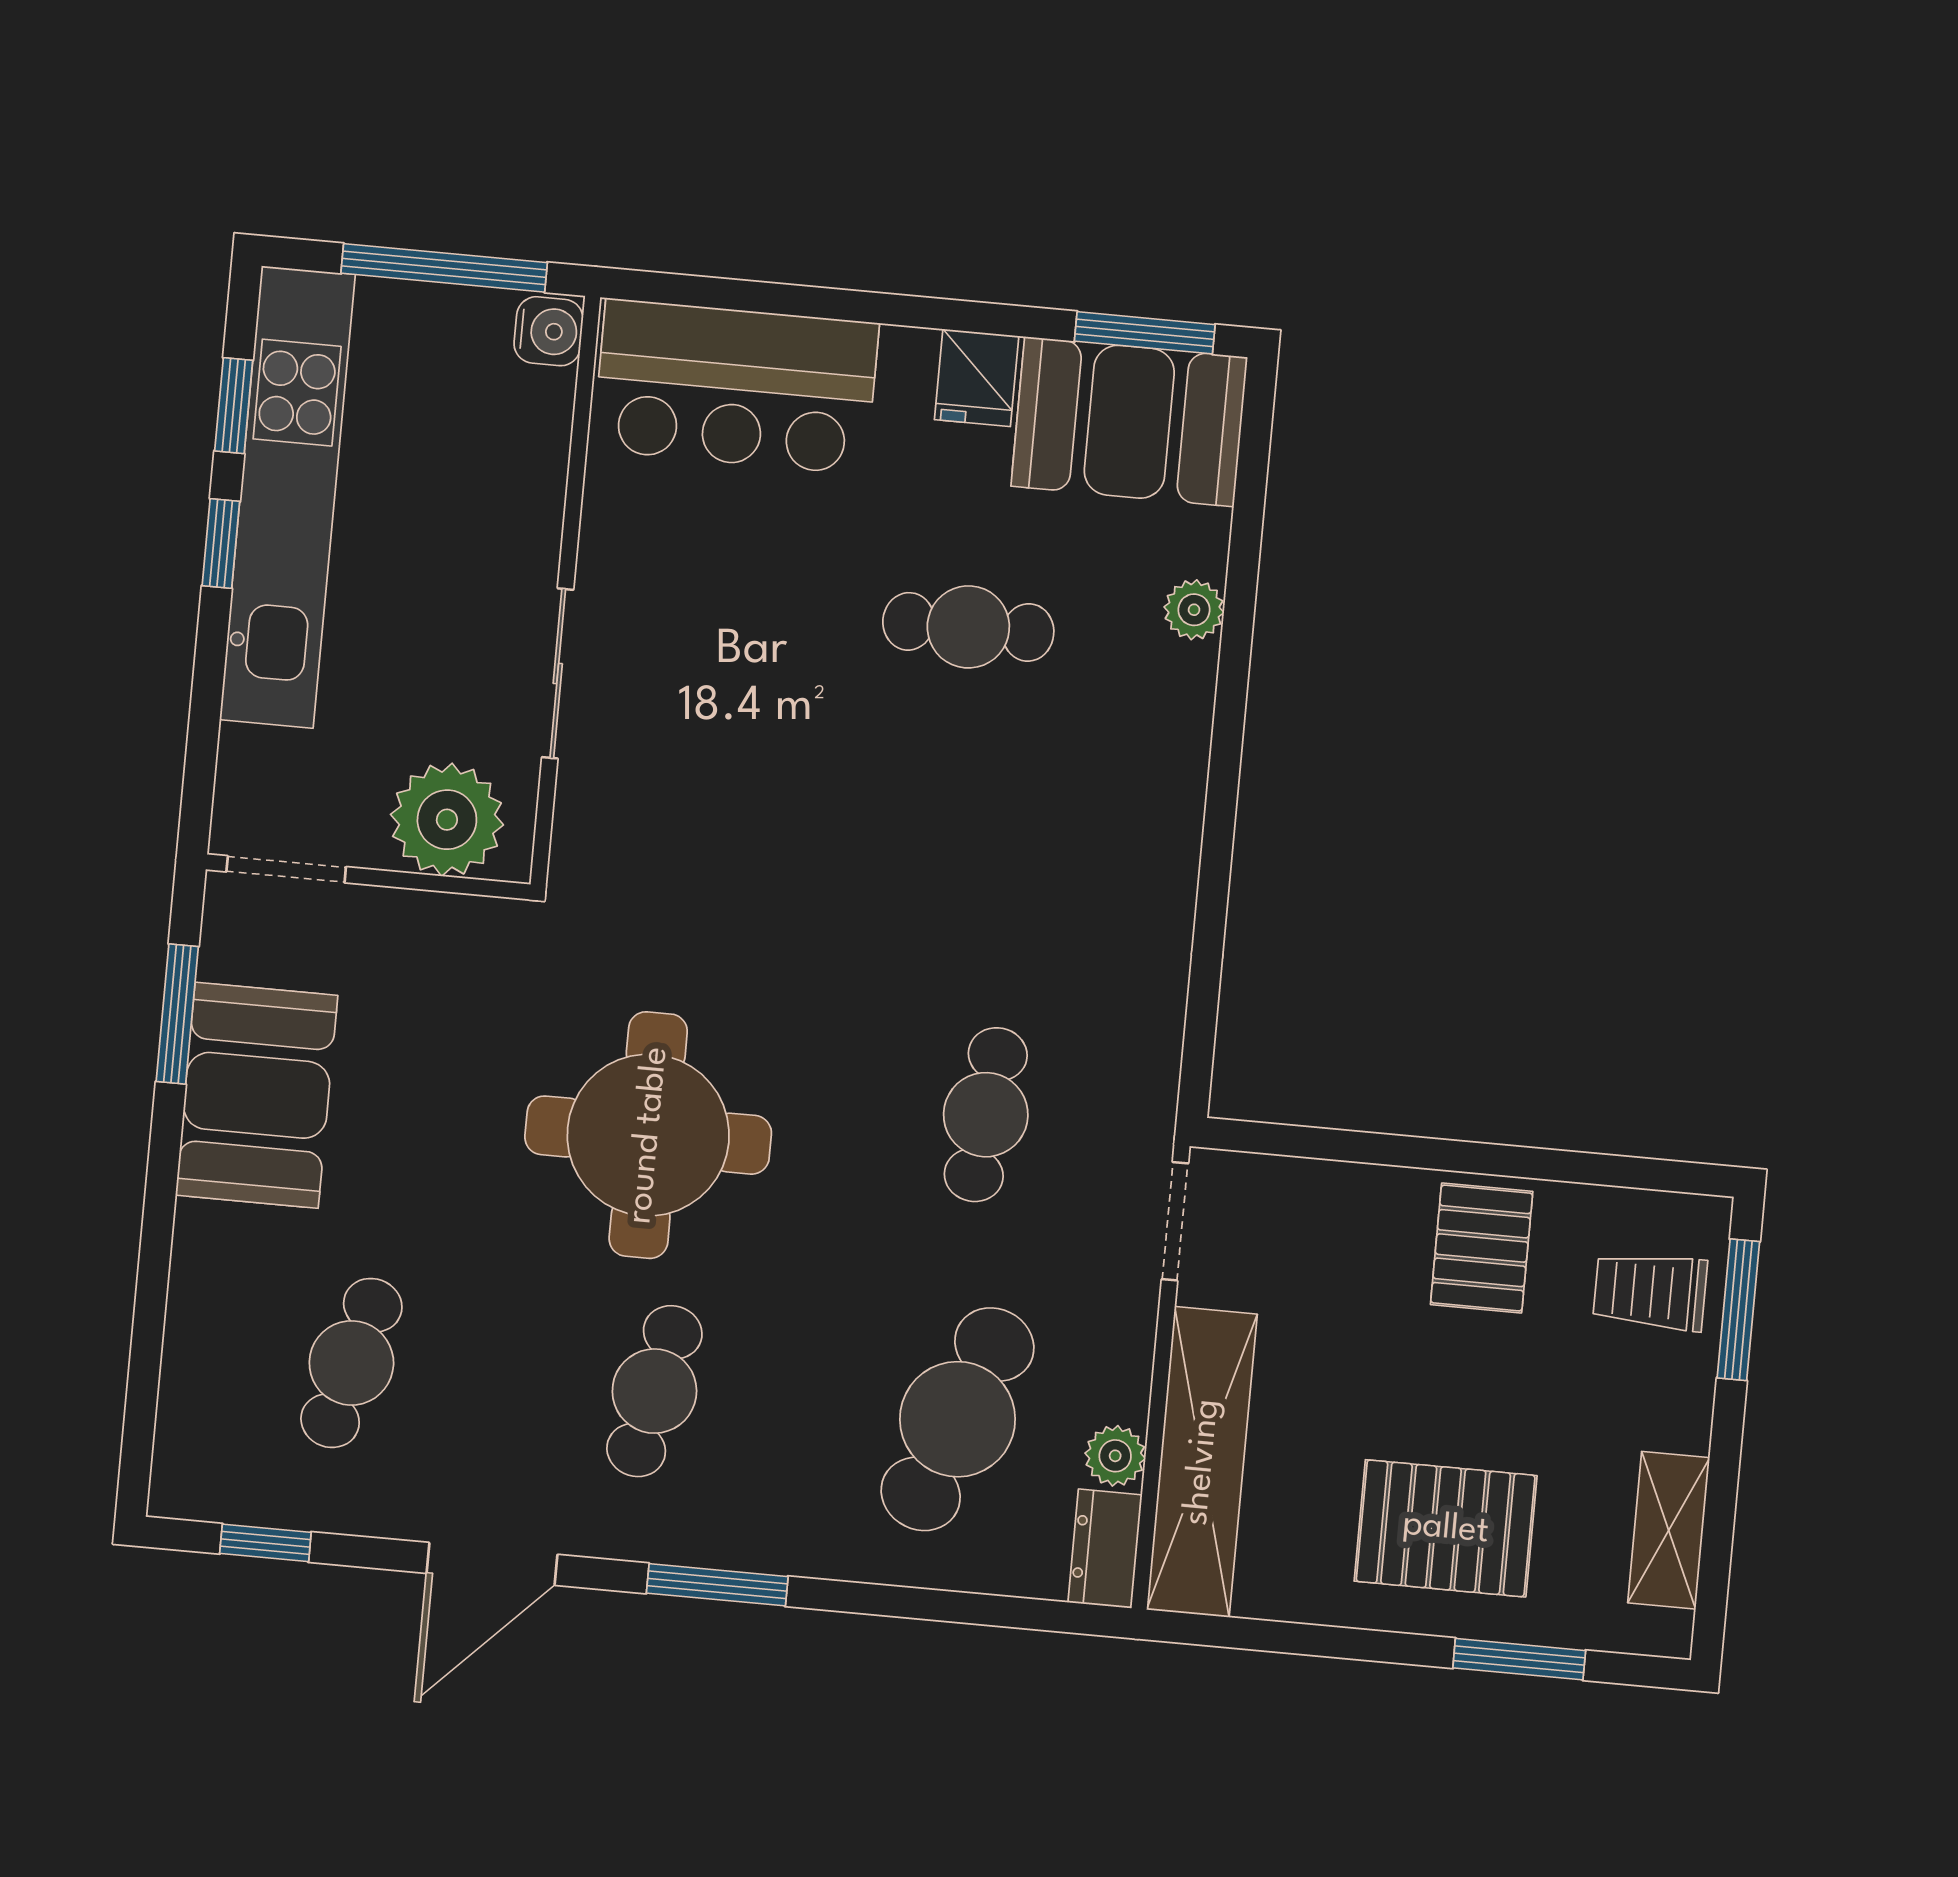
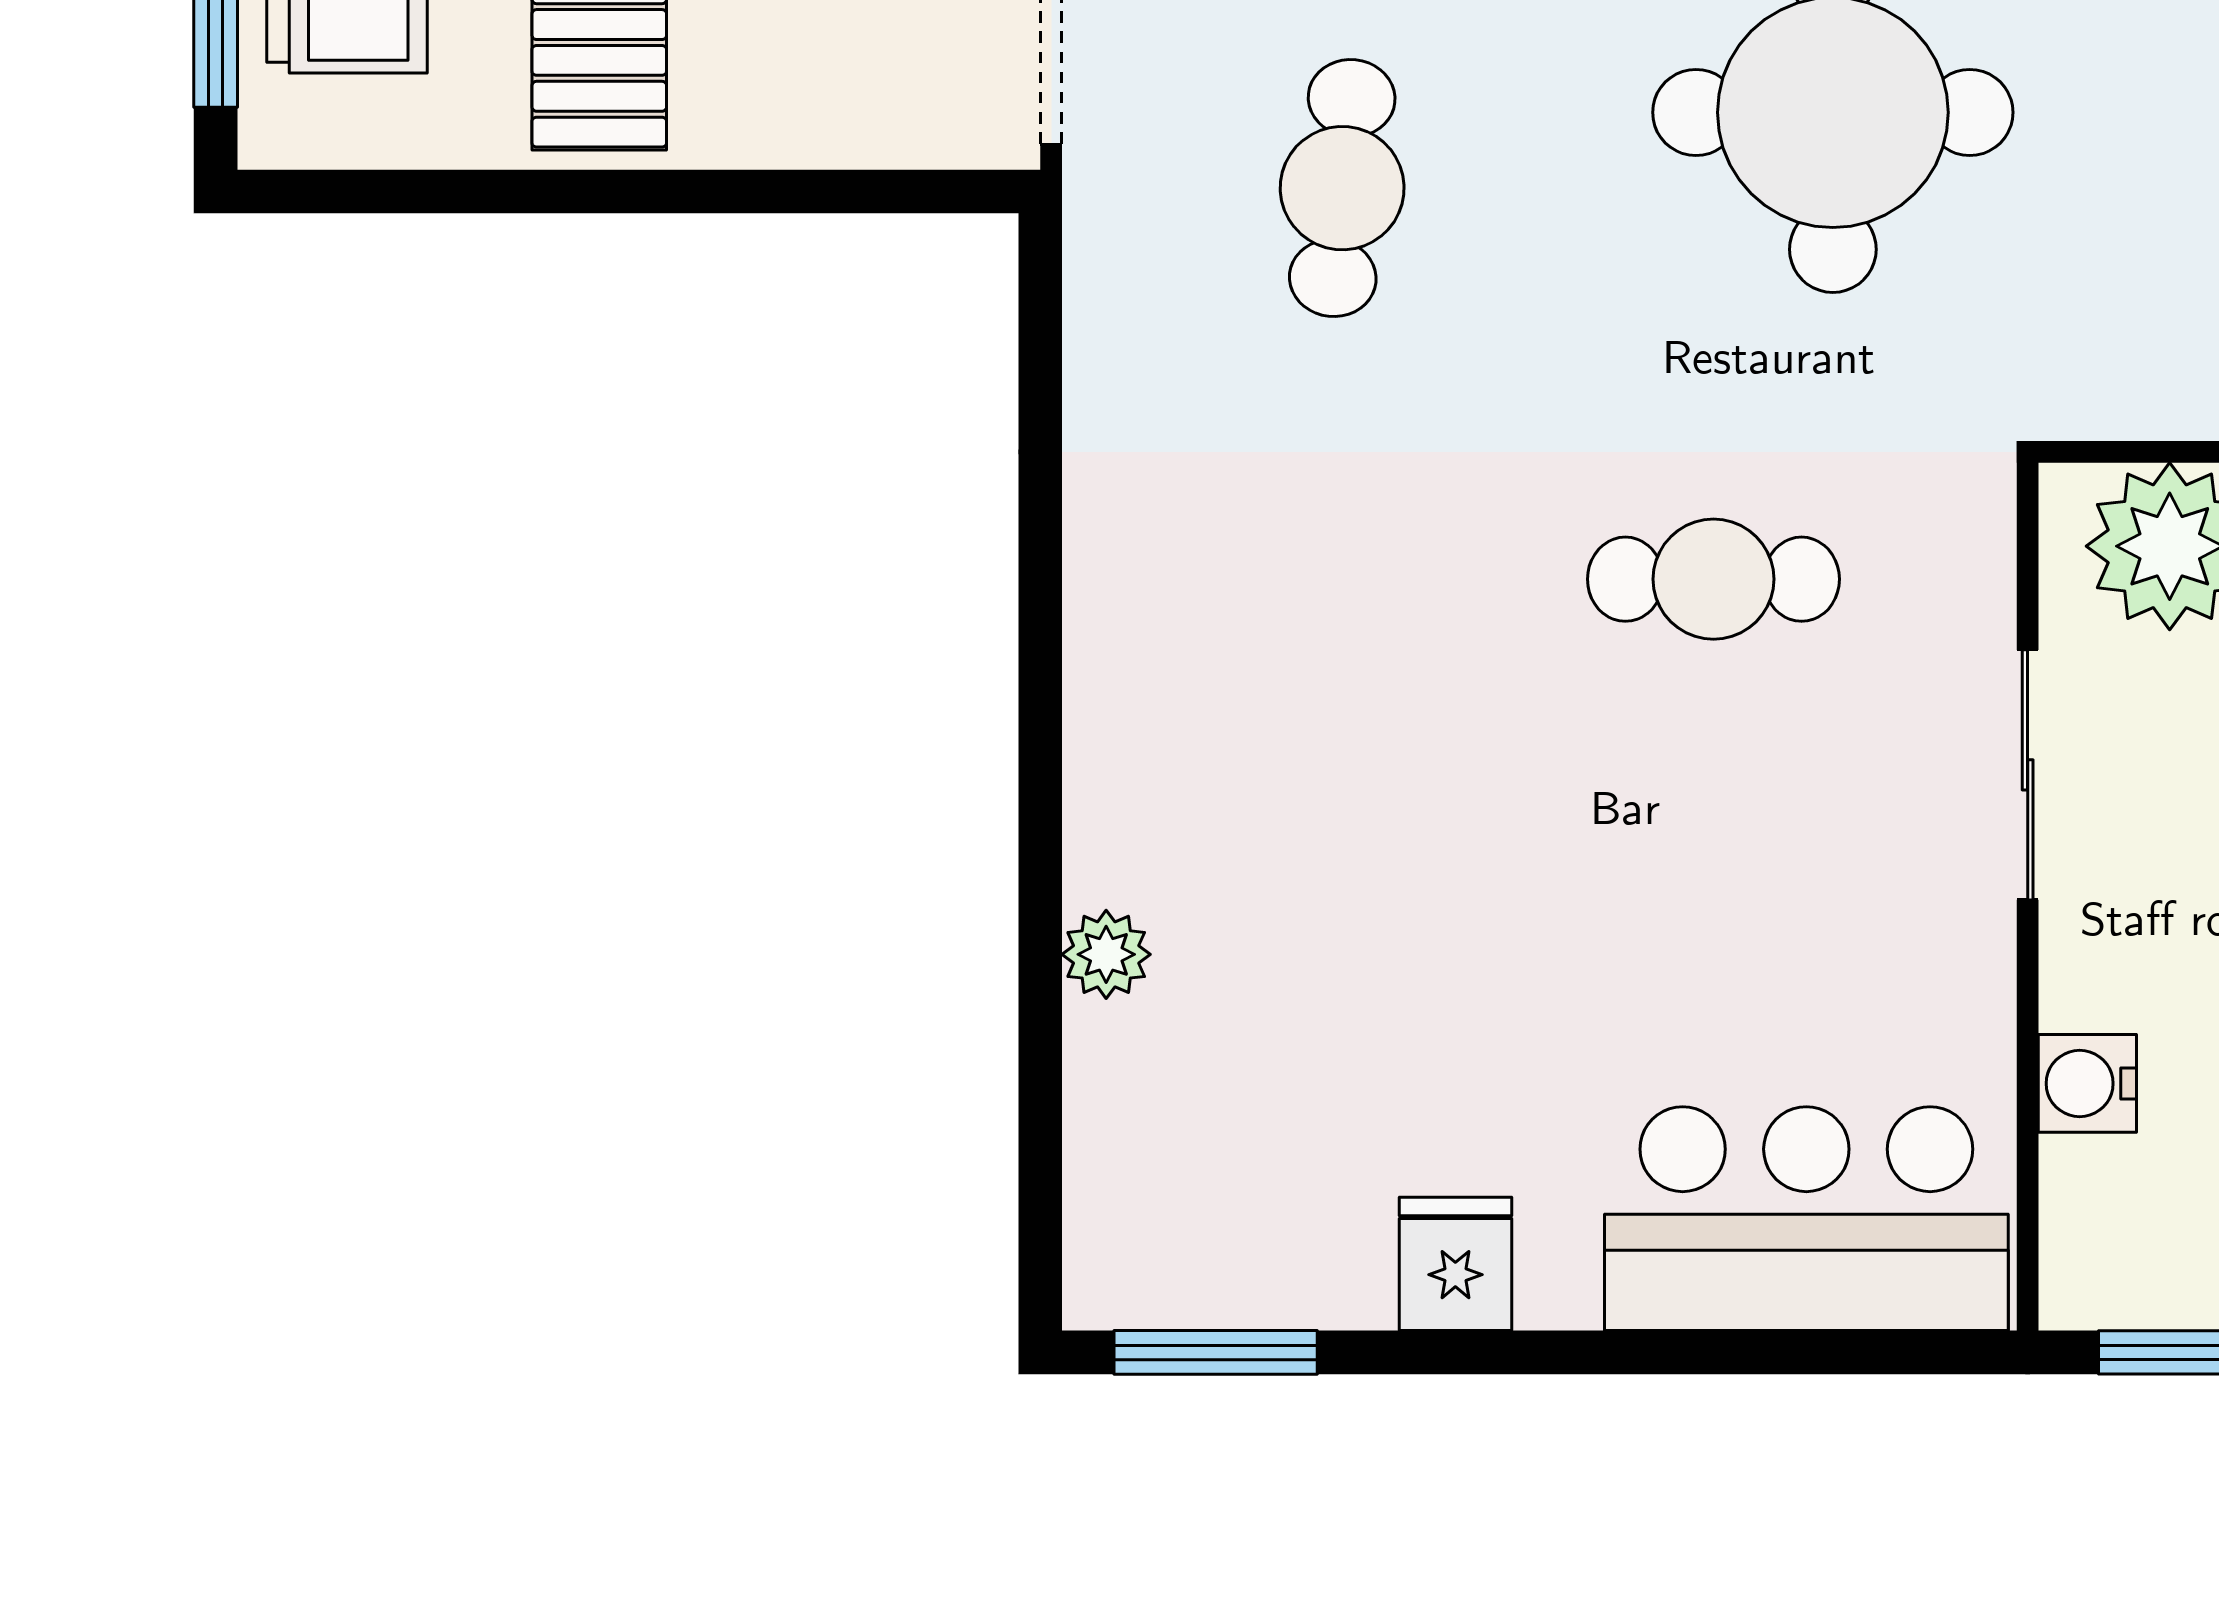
water cooler: (549, 331) -> (2087, 1083), moved
booth: (1129, 422) -> (1226, 1220), removed
cafe table: (968, 627) -> (1713, 579), moved

